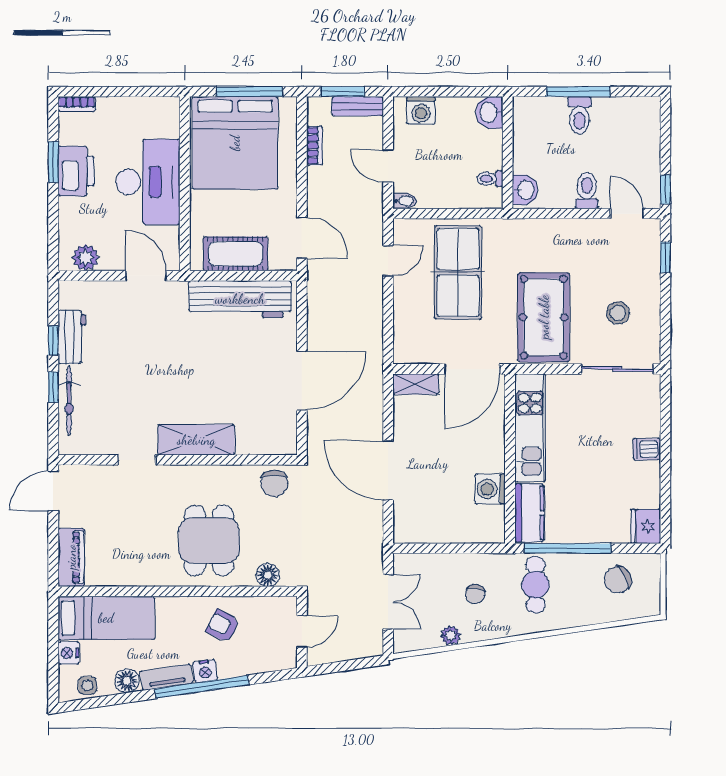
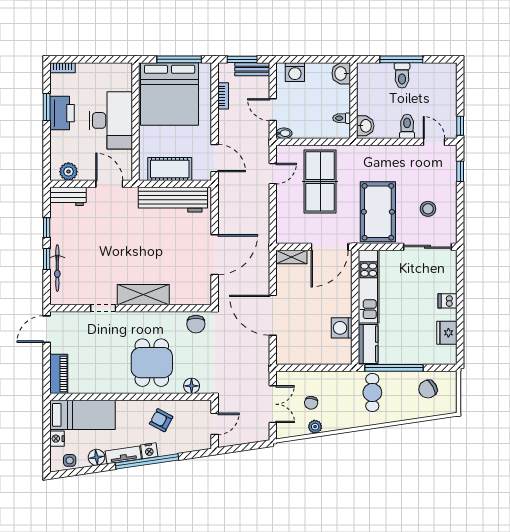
workbench: (72, 337) -> (68, 196), moved, turned 90
fridge: (646, 526) -> (447, 333), moved
chair: (475, 594) -> (311, 403), moved

